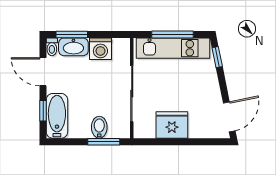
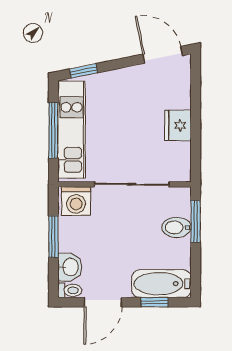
window: (72, 34) -> (53, 237), moved
washbasin: (73, 47) -> (70, 267), width x0.72
washing machine: (100, 49) -> (76, 201), moved, turned 90
fridge: (172, 125) -> (178, 125), width x0.73, depth x0.75

